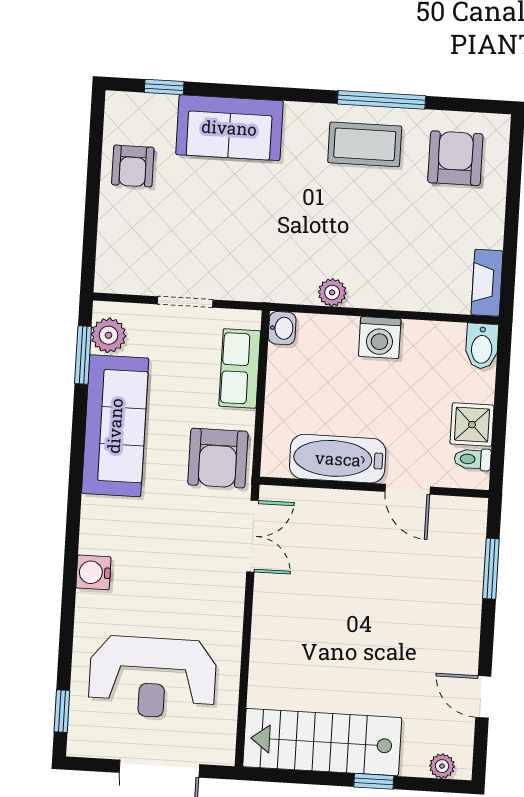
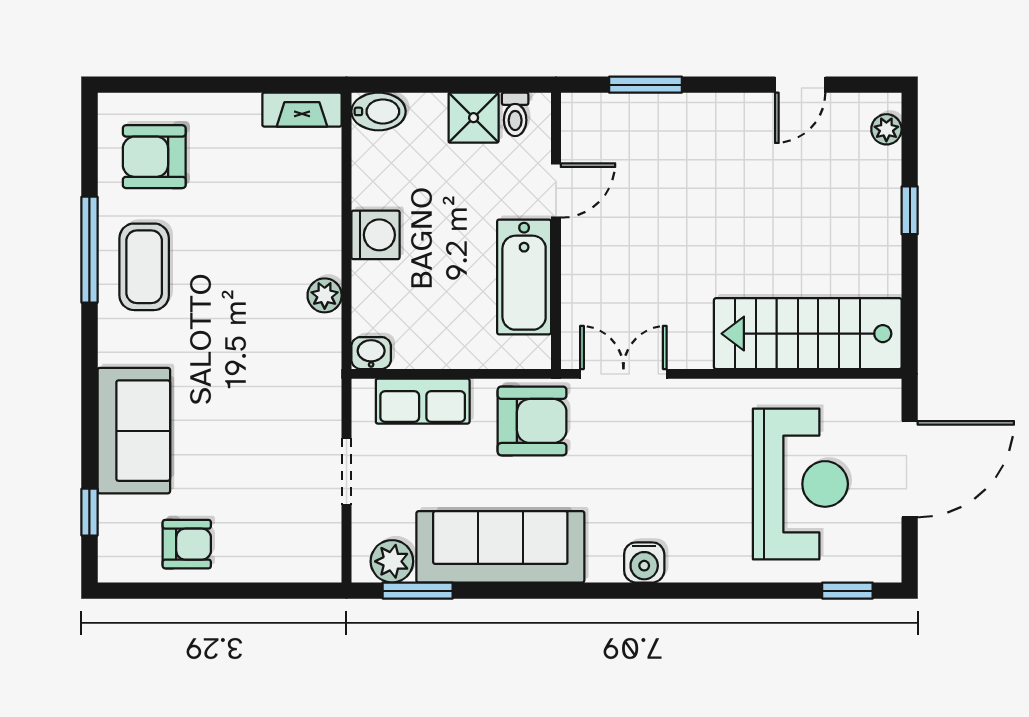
water cooler: (93, 572) -> (644, 562), moved
stairs: (322, 742) -> (808, 334), moved, turned 90

